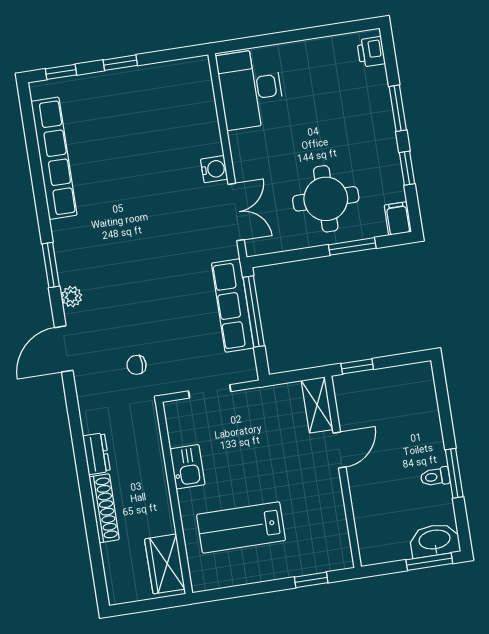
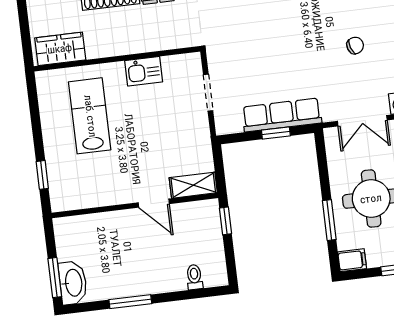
window: (254, 311) -> (276, 133), width x0.46
chair: (136, 365) -> (355, 45), moved, turned 71
toilet: (435, 477) -> (194, 277), moved

